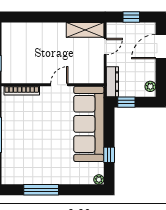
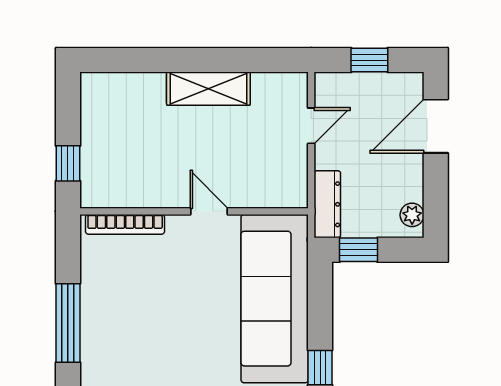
shelving: (85, 30) -> (208, 89), moved
door: (59, 85) -> (209, 211), hinge flipped

